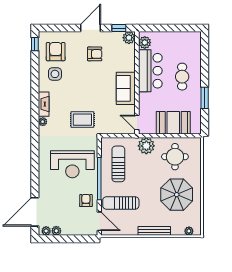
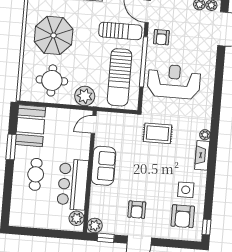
armchair: (95, 54) -> (137, 210), turned -90
door: (137, 123) -> (94, 124), swing flipped
booth: (173, 123) -> (30, 126), moved, turned 90
sun lounger: (118, 164) -> (119, 77), width x1.36, depth x1.34

